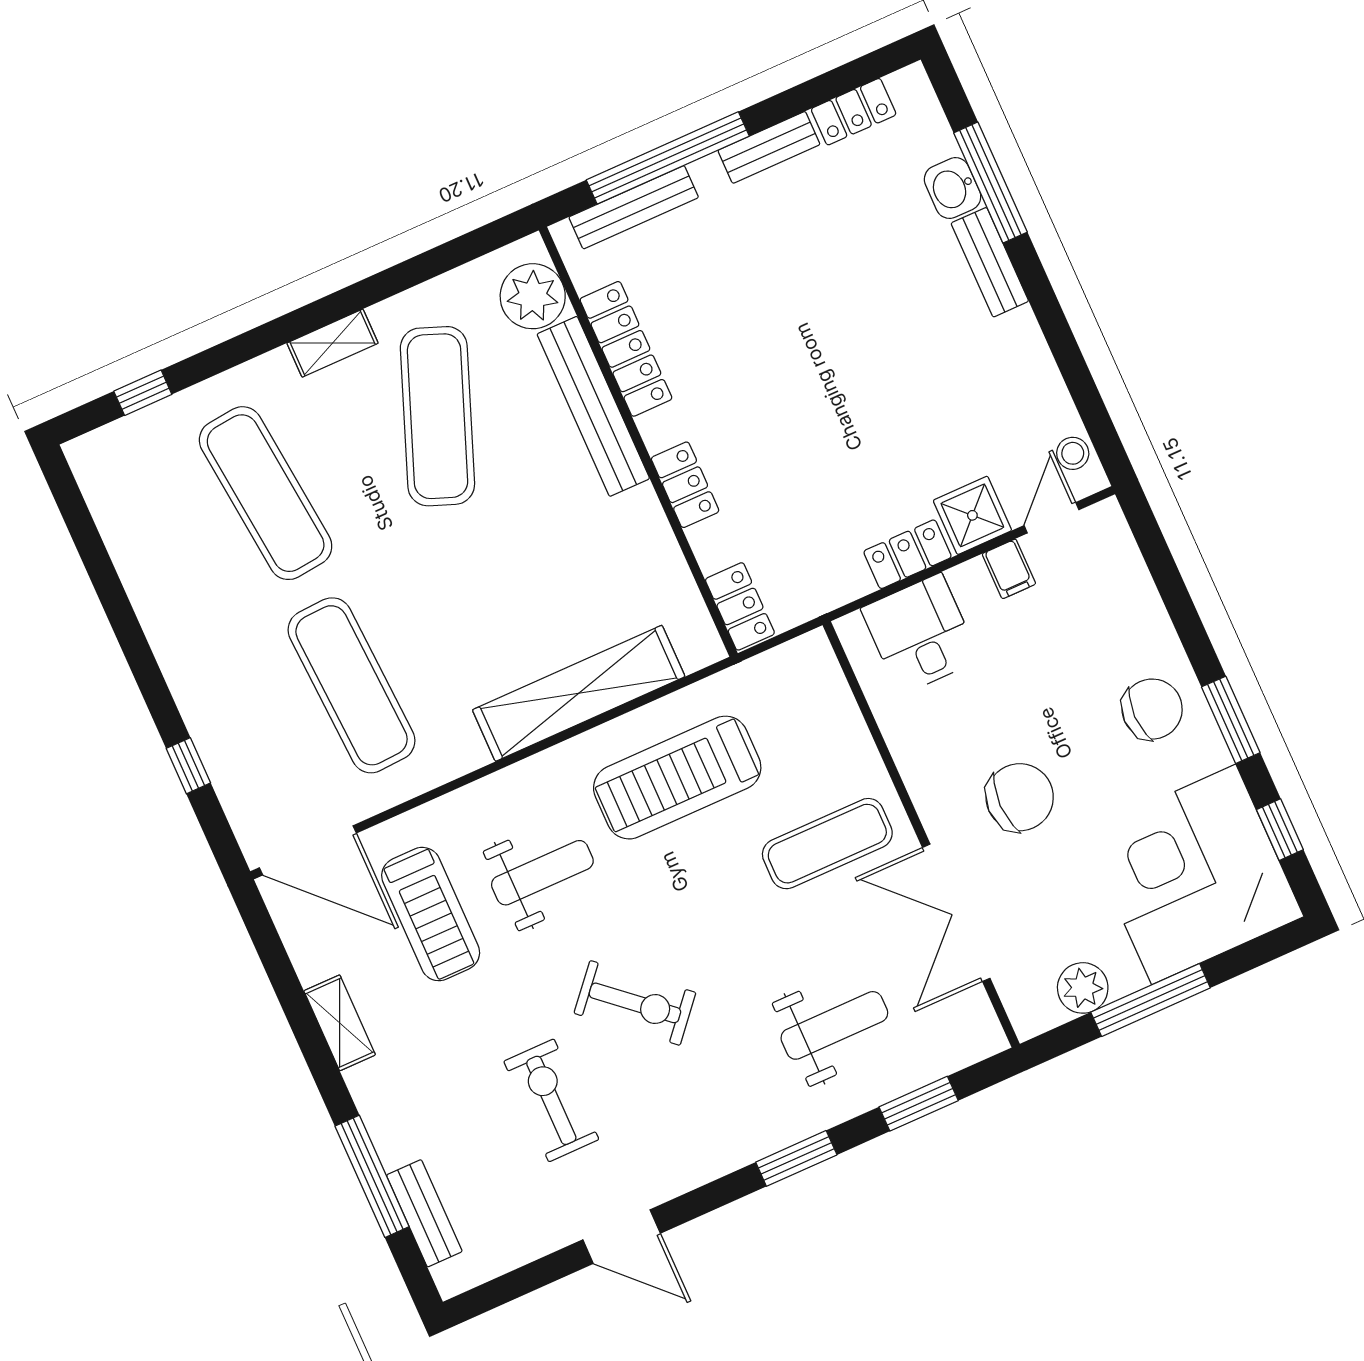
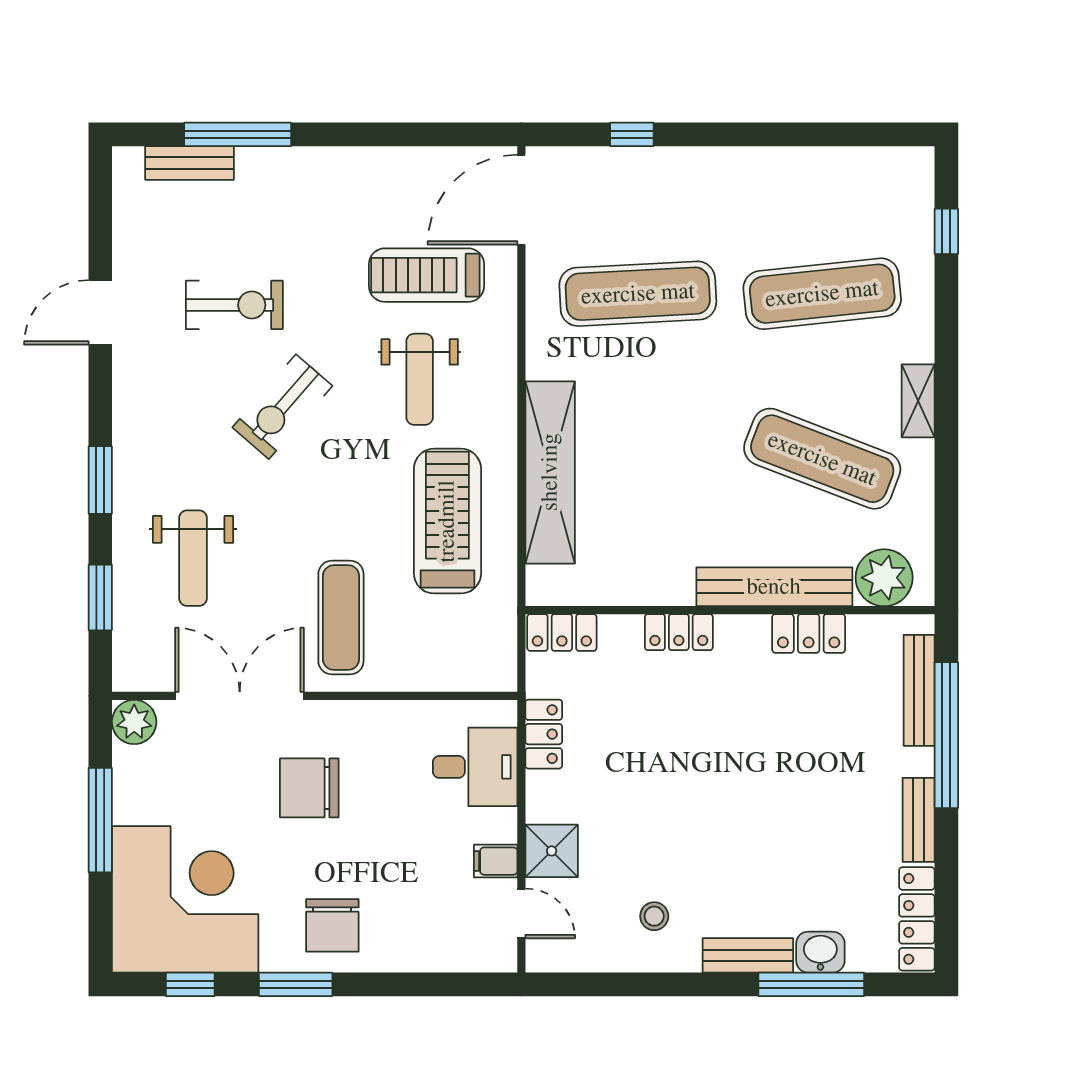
locker: (854, 112) -> (917, 919), width x1.53
locker: (626, 349) -> (809, 633), width x0.66
stool: (1073, 453) -> (654, 916), moved
locker: (908, 554) -> (544, 734), moved
chair: (1020, 797) -> (309, 788), turned 90
plant: (1083, 988) -> (134, 722), moved
shelving: (340, 1023) -> (372, 163), removed

